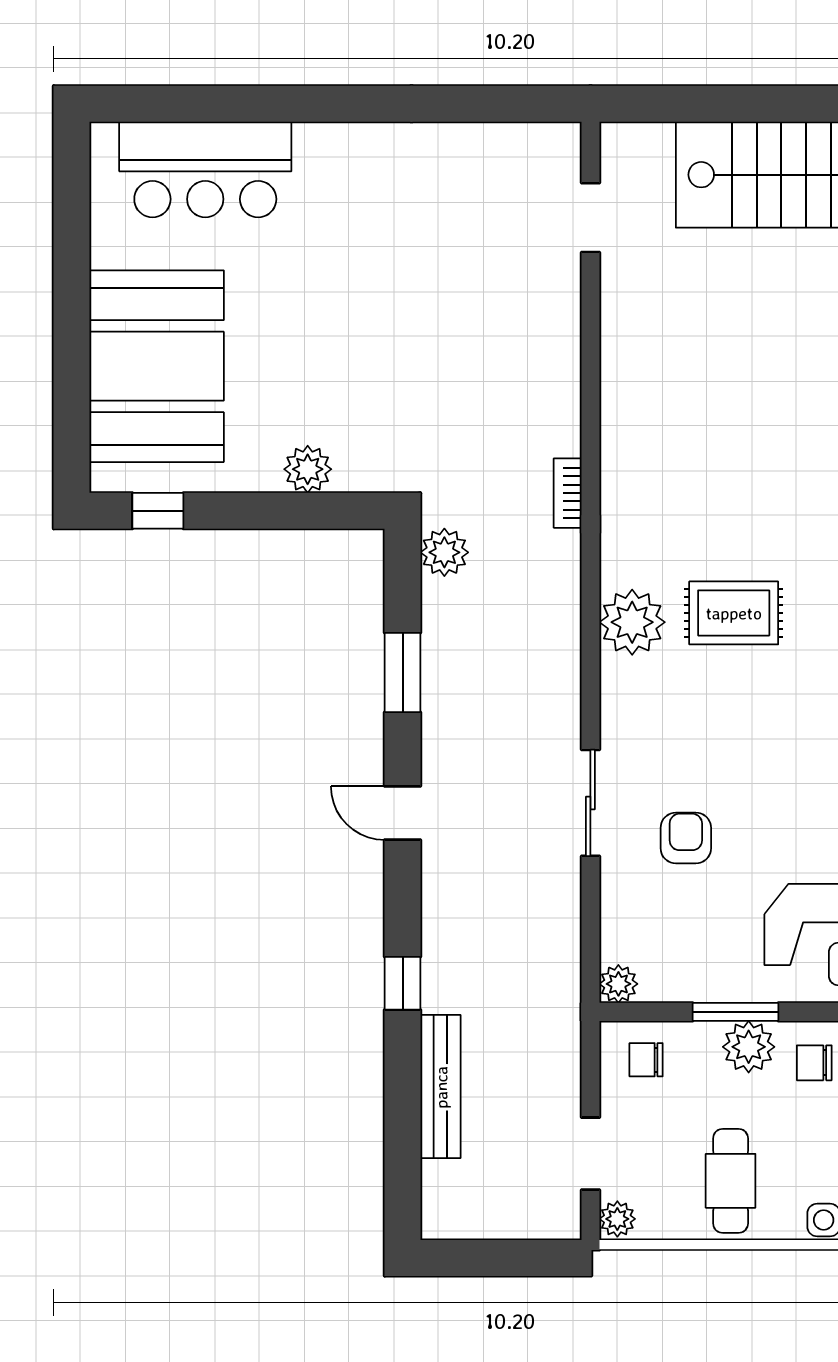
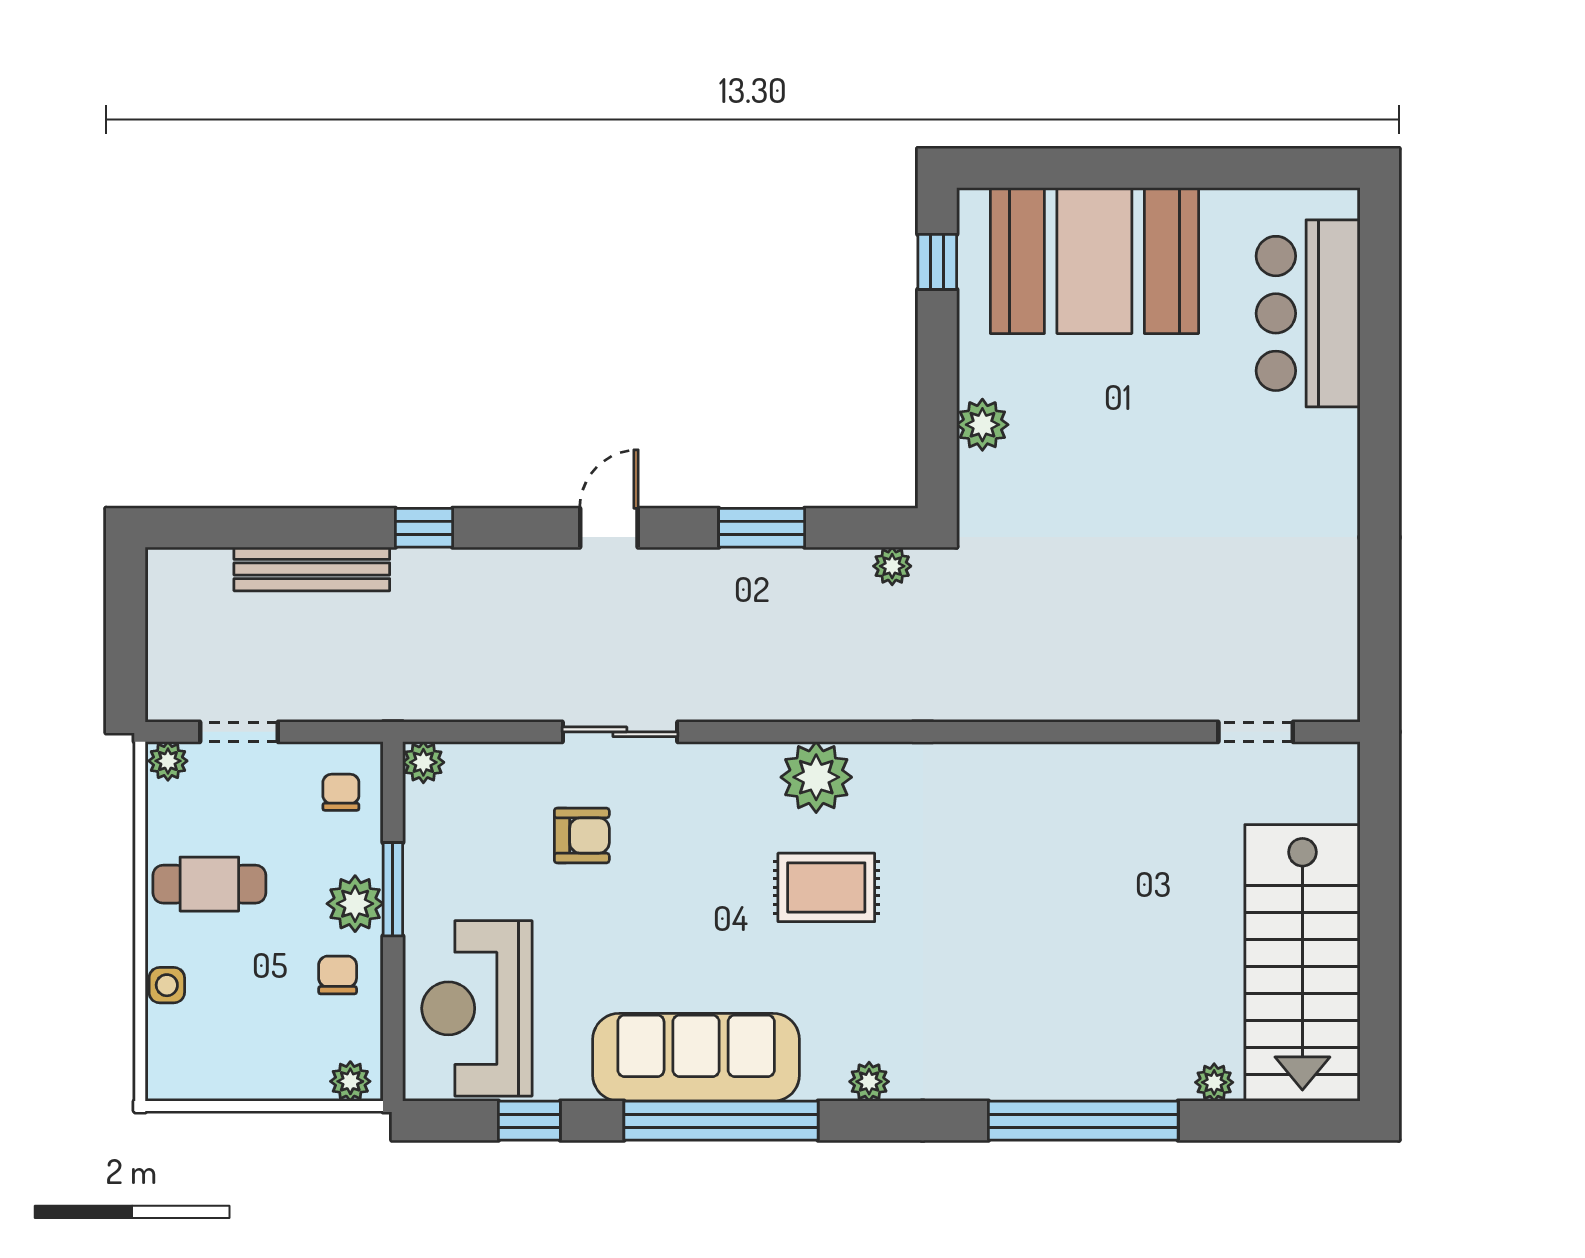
bookcase: (568, 493) -> (957, 707), removed
plant: (444, 552) -> (892, 566), width x0.73, depth x0.73
rug: (734, 613) -> (826, 887), turned 90

